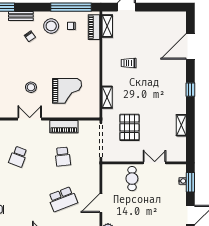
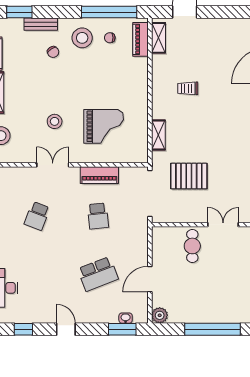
pallet: (129, 127) -> (189, 176), turned 90

